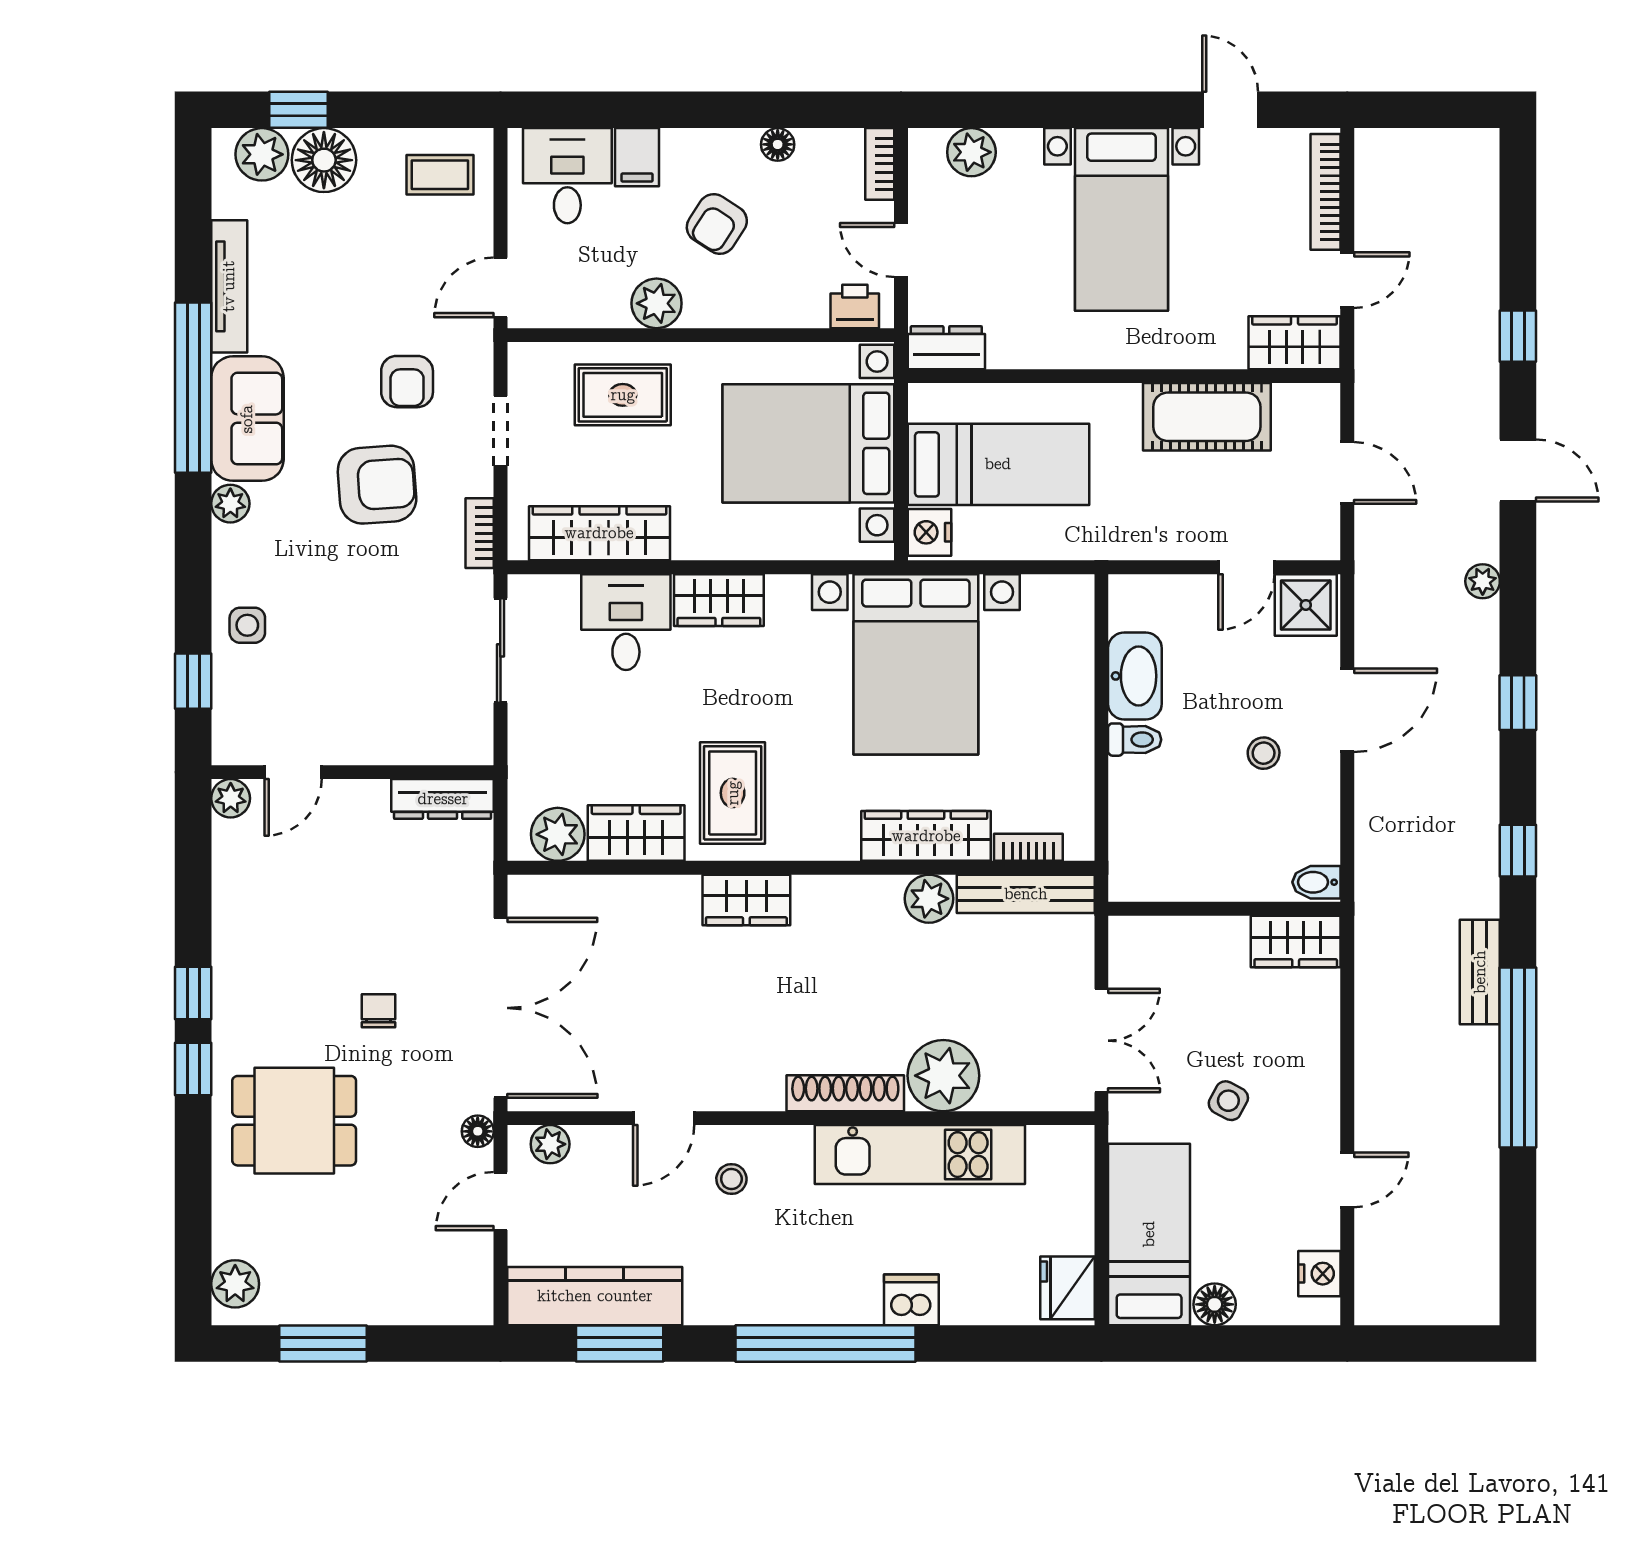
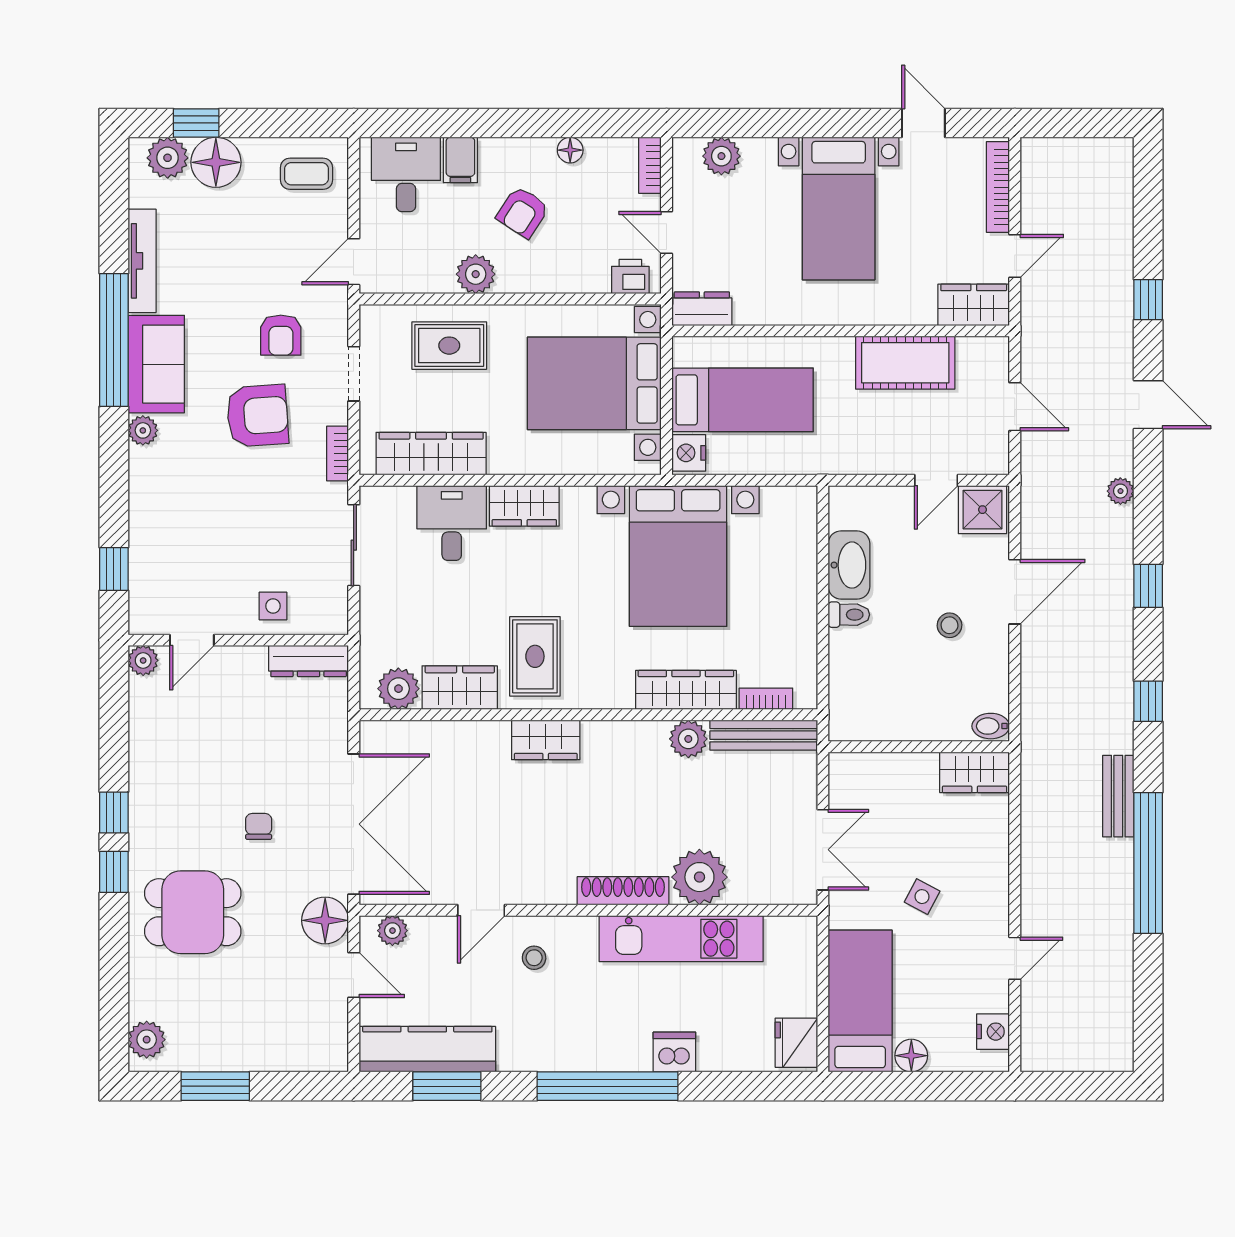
side table: (247, 625) -> (273, 606), moved
floor lamp: (478, 1131) -> (325, 920), width x1.89, depth x1.89
door: (500, 1201) -> (354, 975), swing flipped

